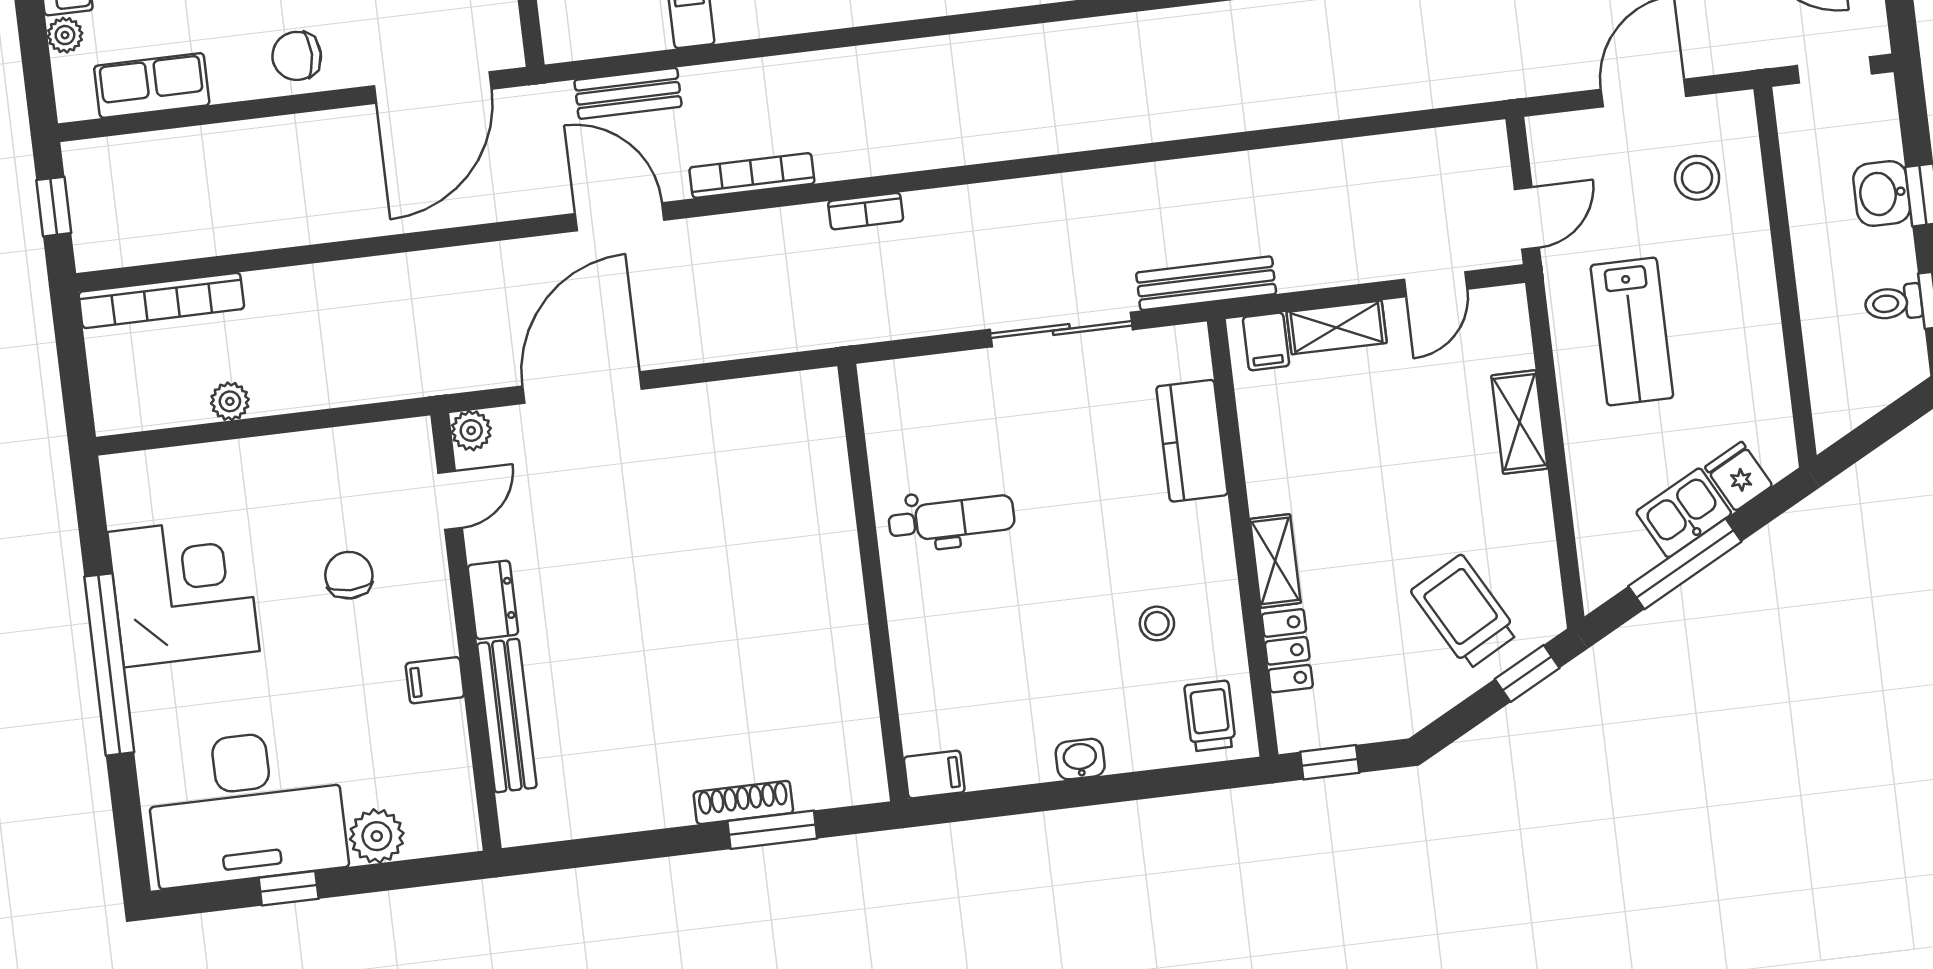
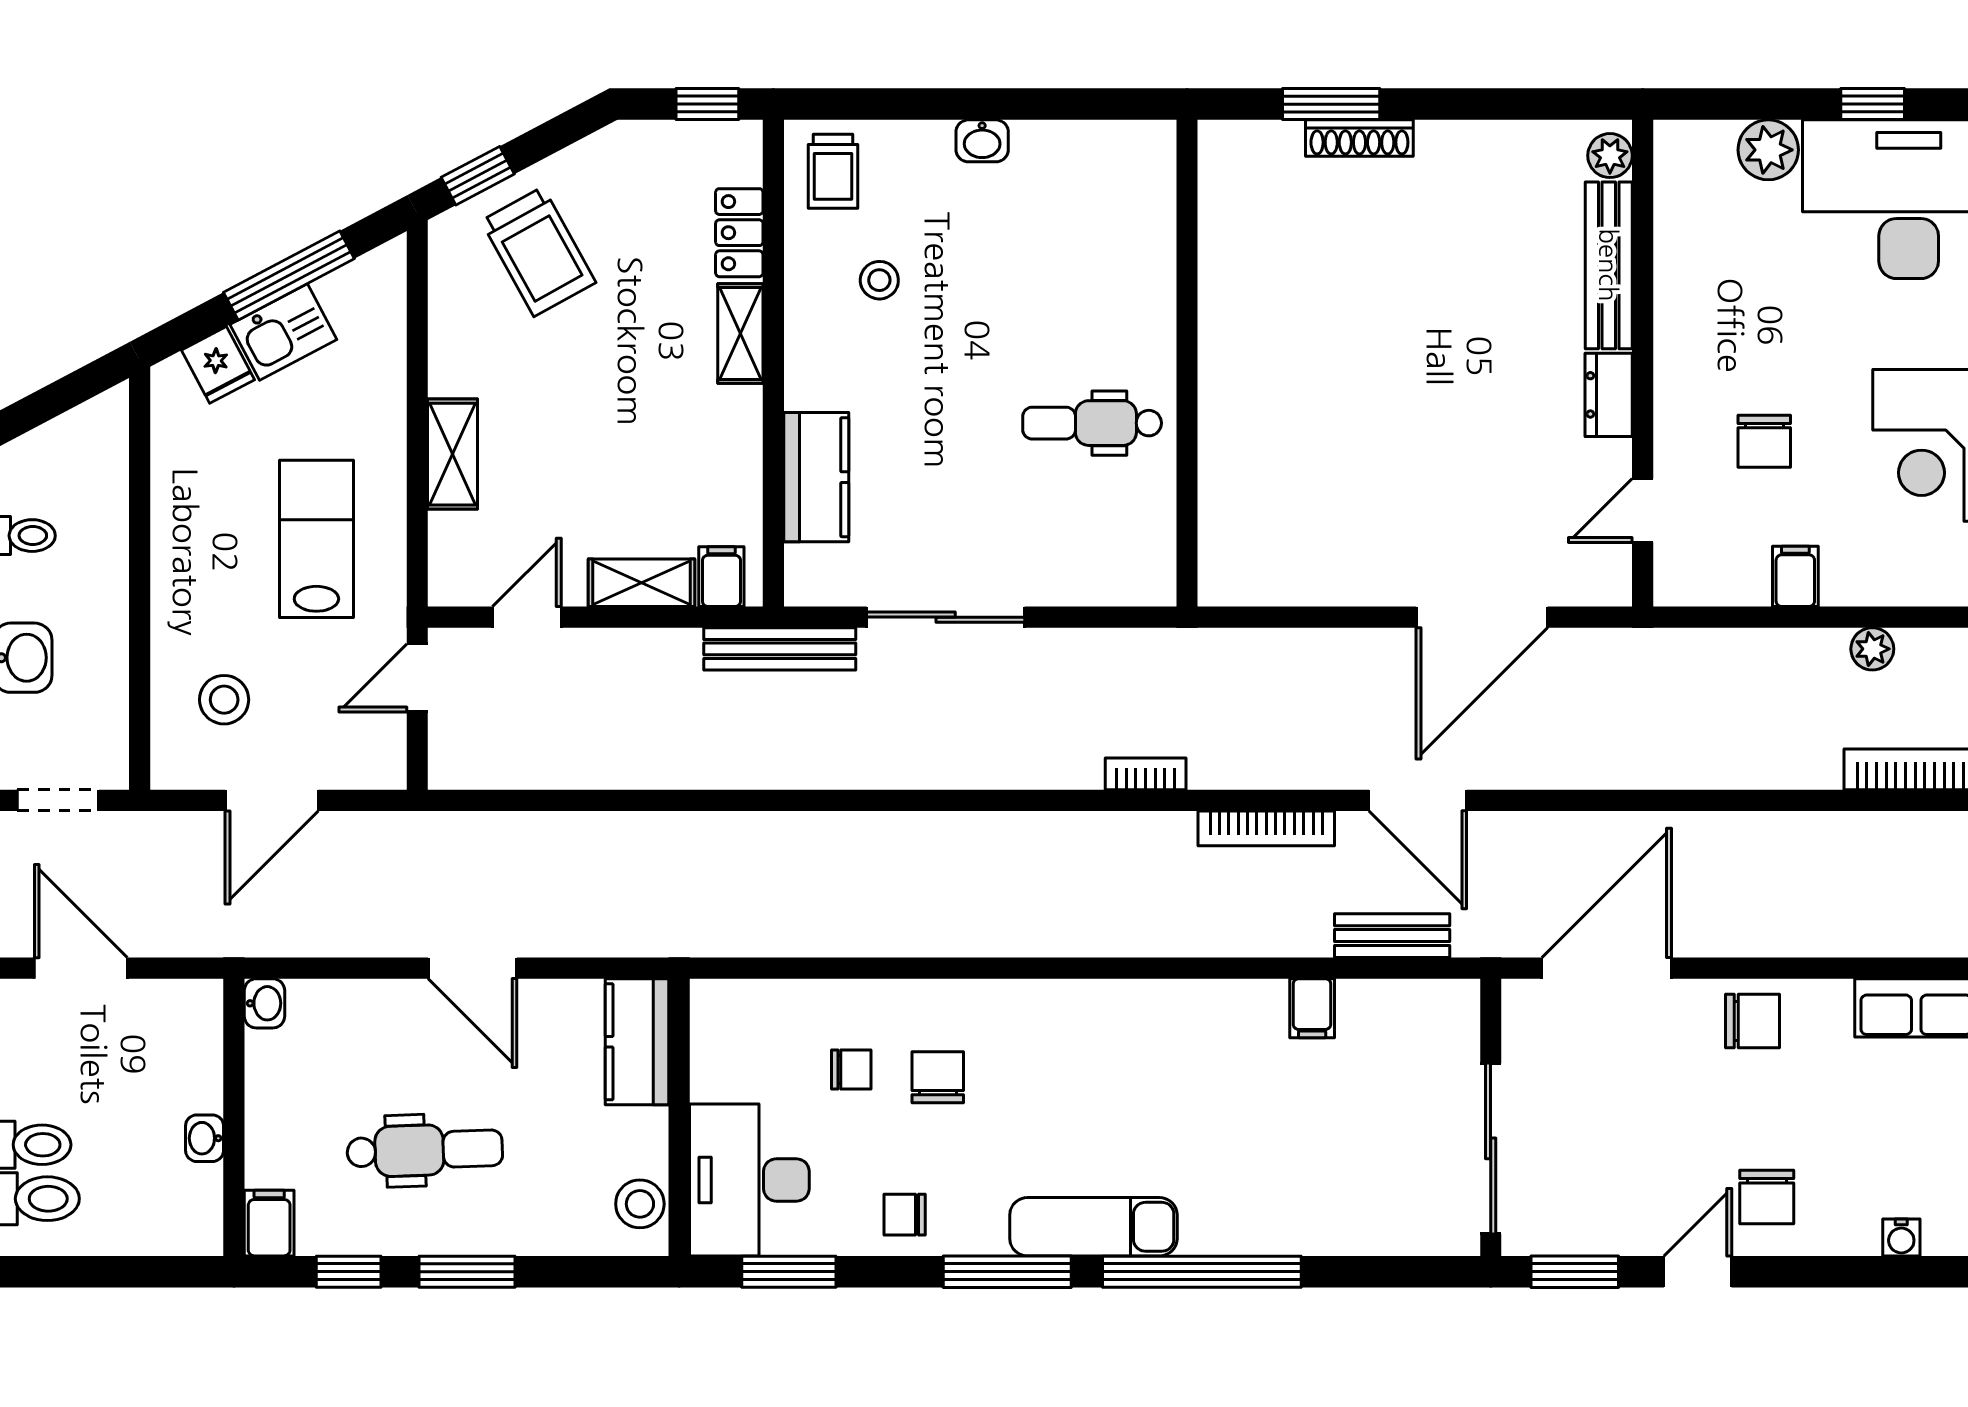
plant: (471, 430) -> (1610, 156), moved
filing cabinet: (435, 680) -> (1795, 576), moved, turned -90
filing cabinet: (934, 775) -> (1145, 143), removed

